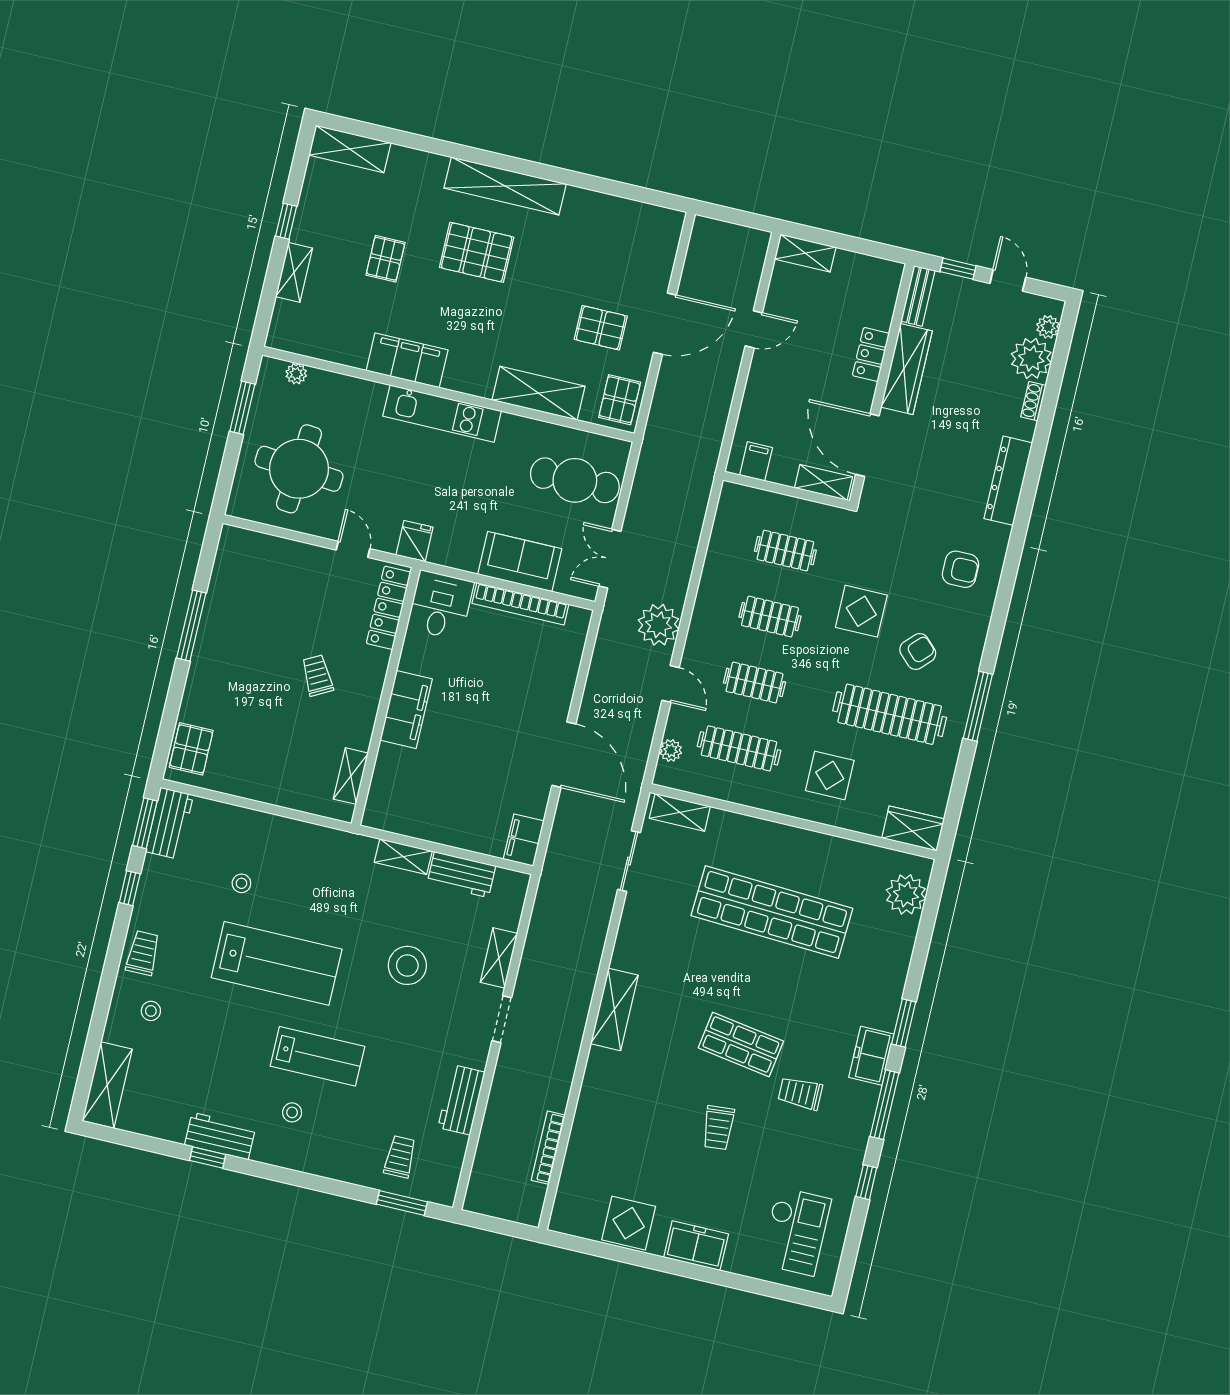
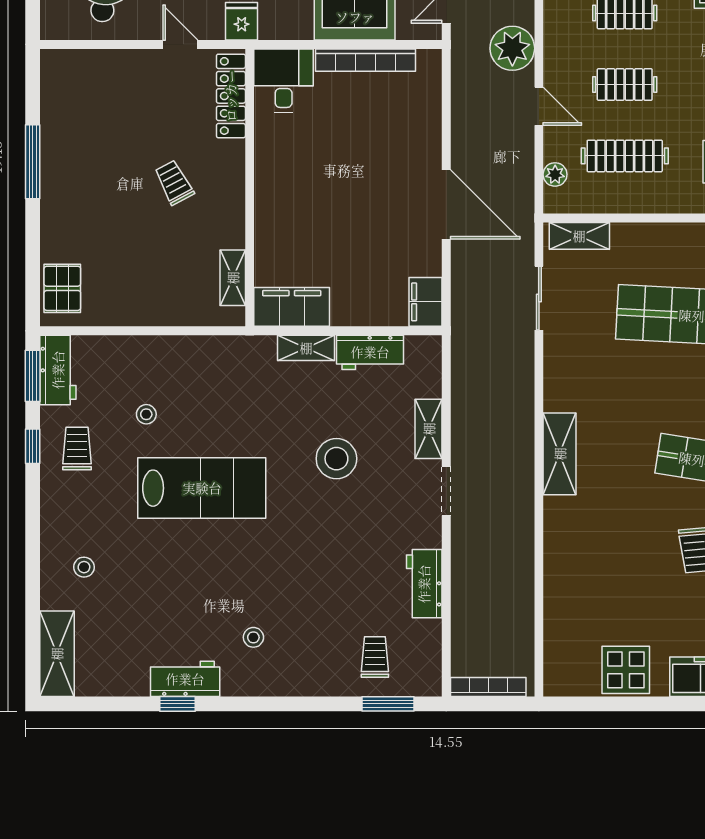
filing cabinet: (406, 710) -> (292, 307), moved, turned -90
trolley: (143, 953) -> (77, 449), moved
lab bench: (317, 1056) -> (266, 574), removed
bookcase: (548, 1148) -> (488, 687), moved, turned 90

